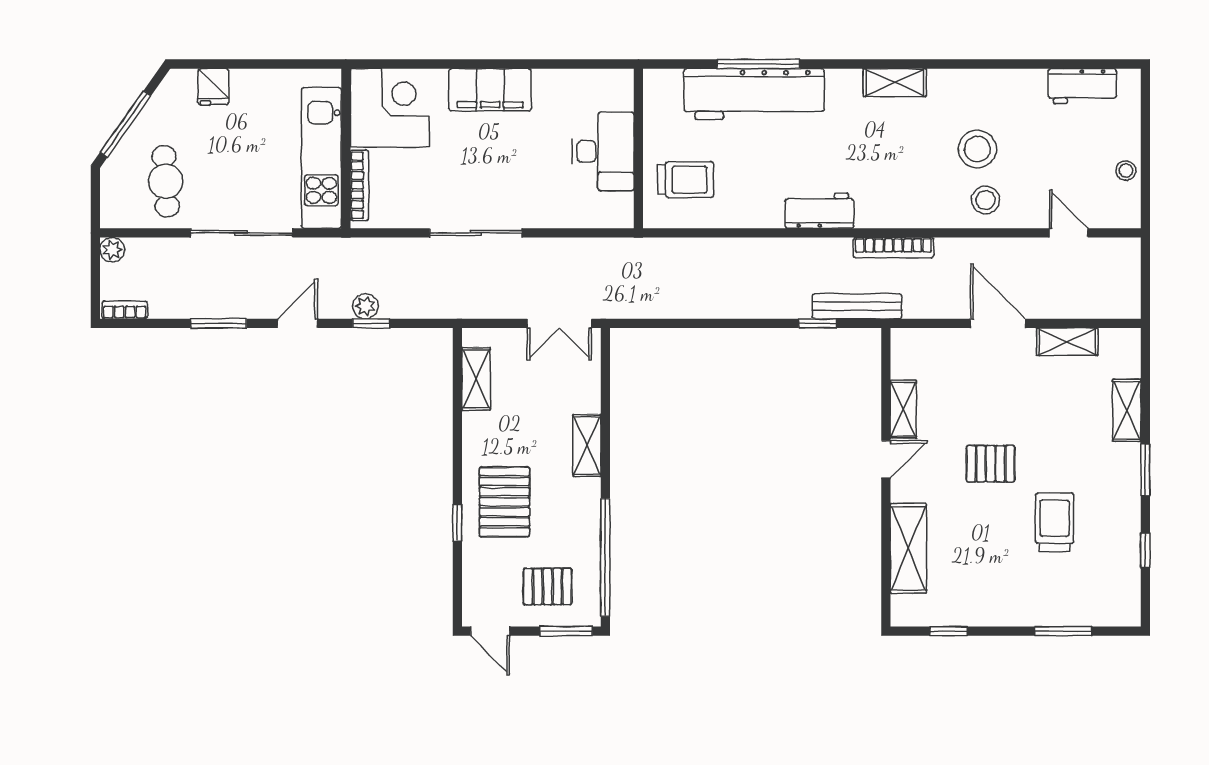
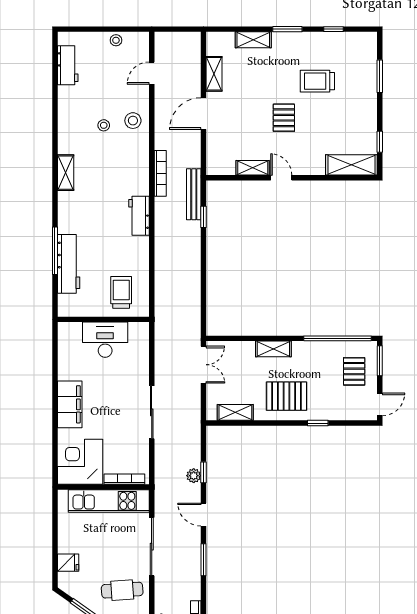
workbench: (754, 94) -> (69, 264), width x0.73, depth x0.76
stool: (977, 149) -> (104, 125), width x0.53, depth x0.53
pallet: (504, 502) -> (287, 396), moved
shelving: (908, 548) -> (351, 165), moved

